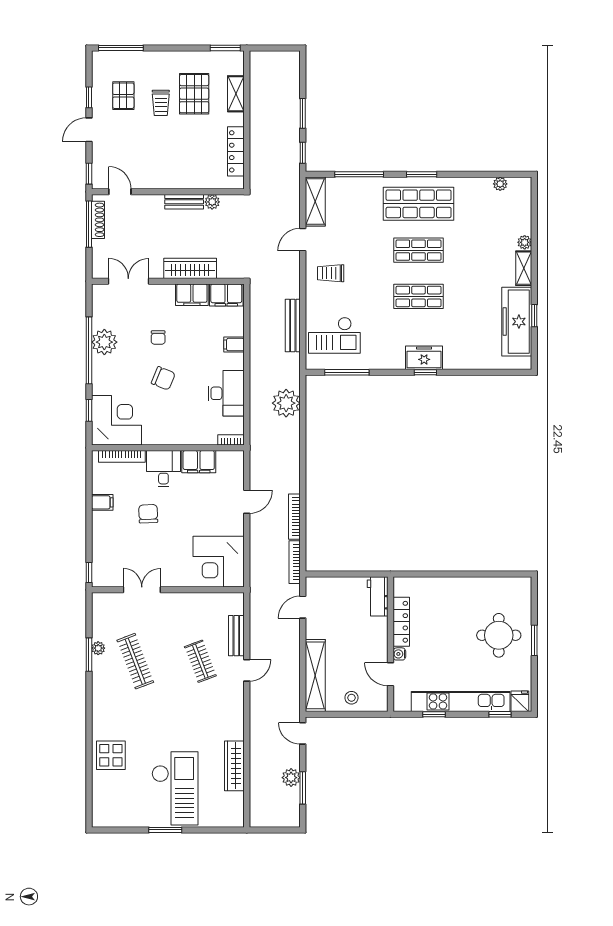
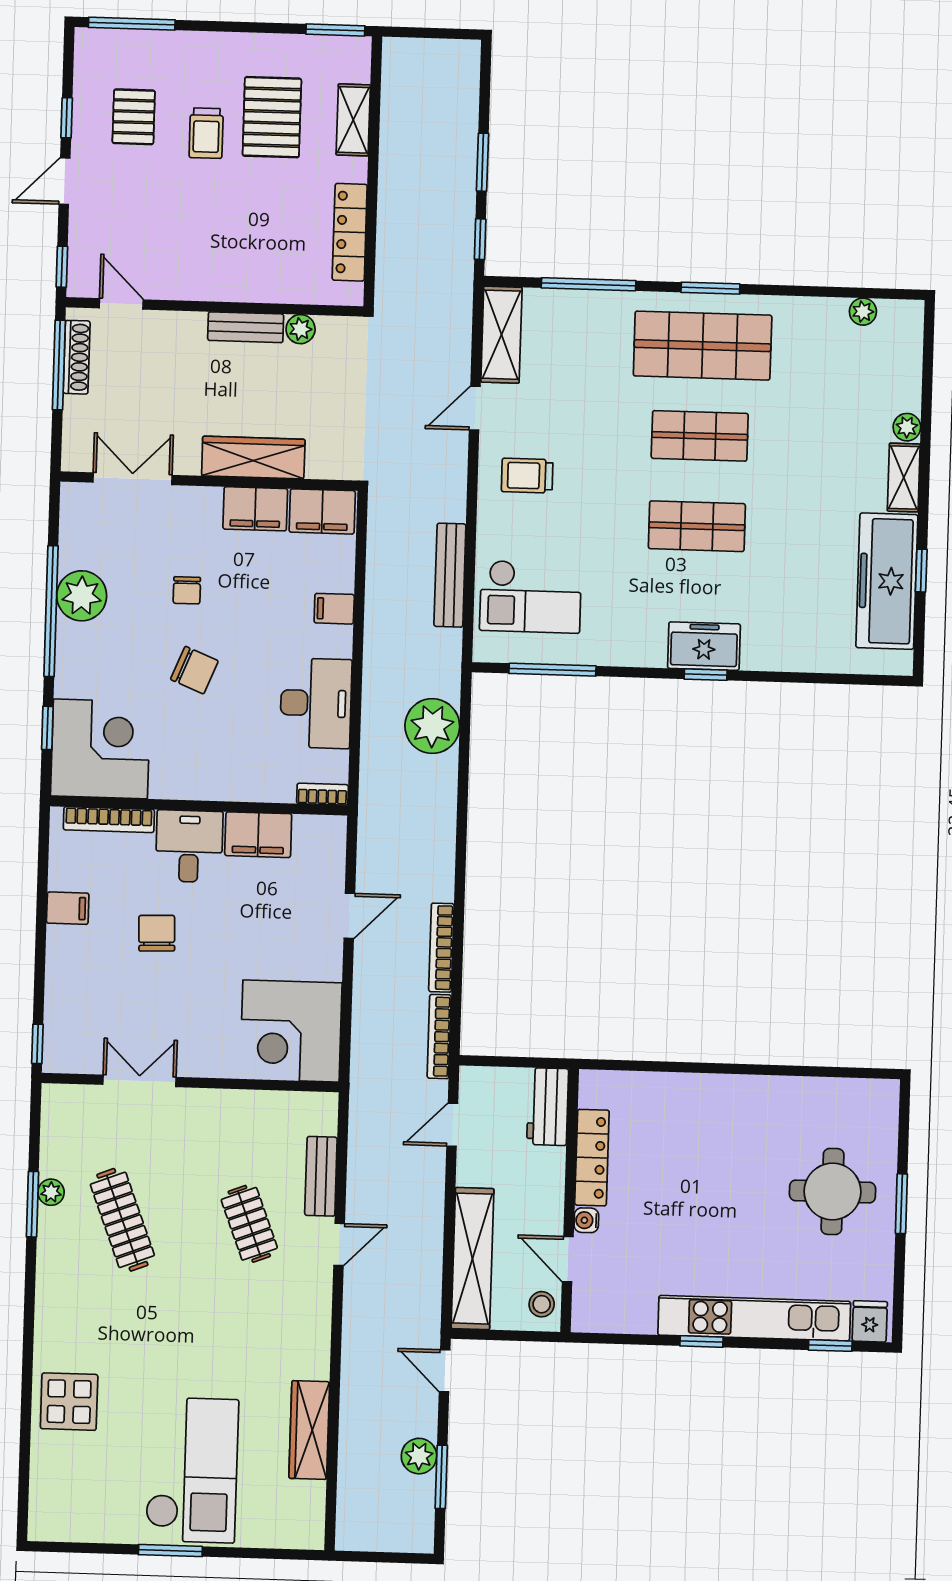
workbench: (378, 596) -> (548, 1107), moved
locker: (401, 622) -> (592, 1158), moved
wall: (390, 644) -> (570, 1201), moved
water cooler: (399, 654) -> (586, 1220), moved
door: (390, 674) -> (568, 1259), moved

